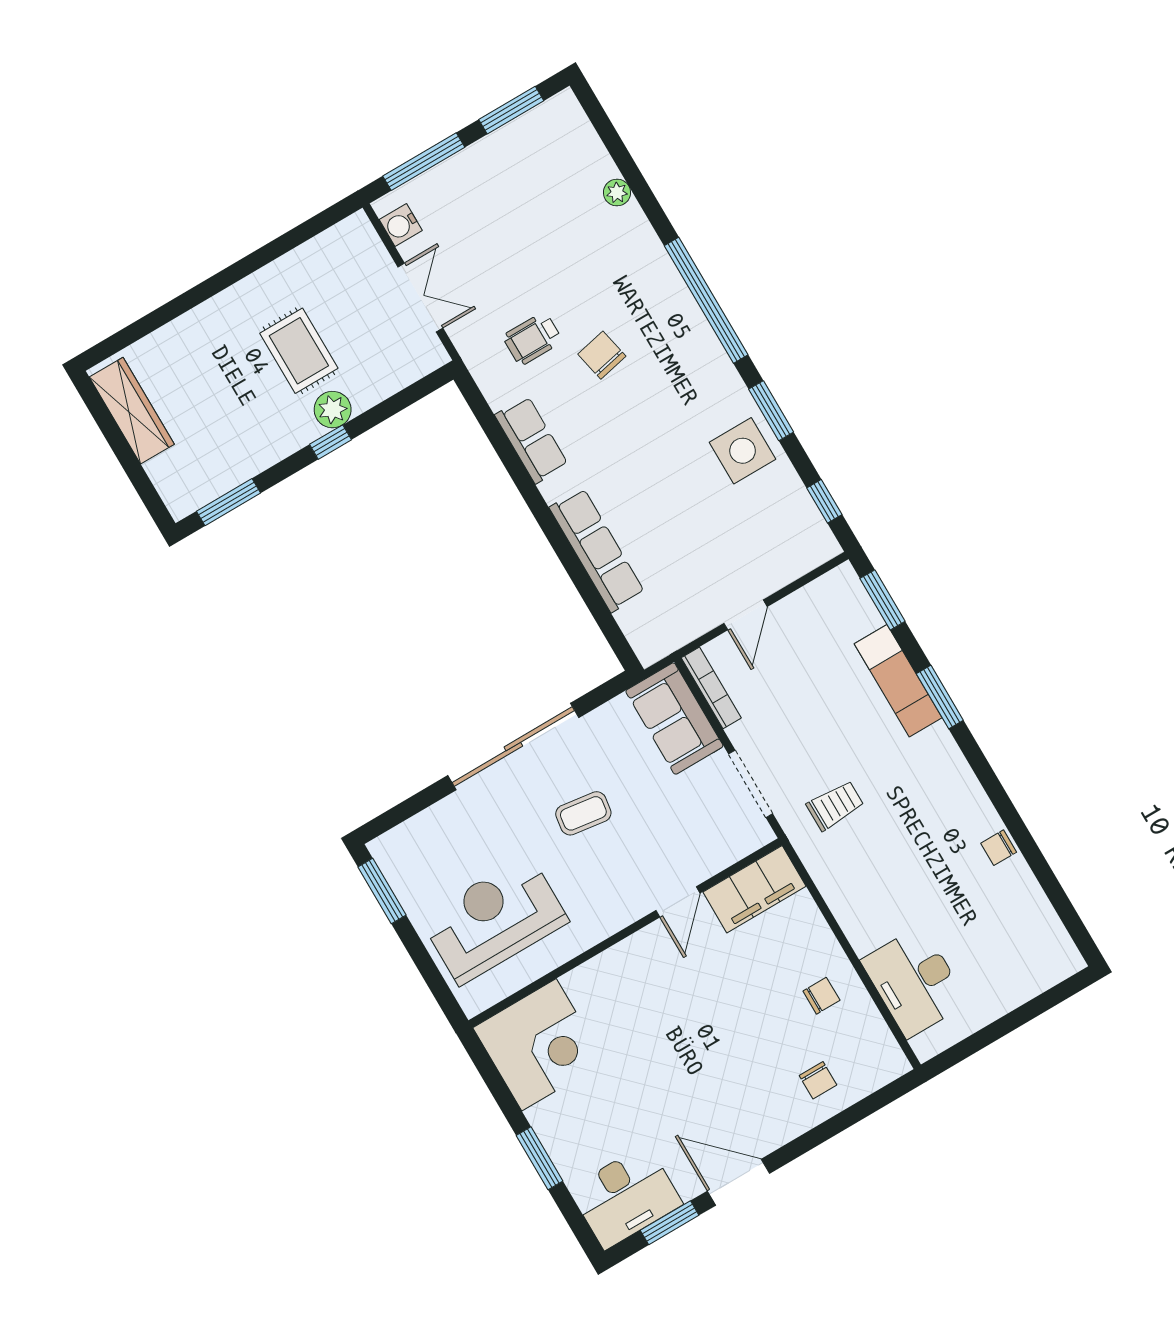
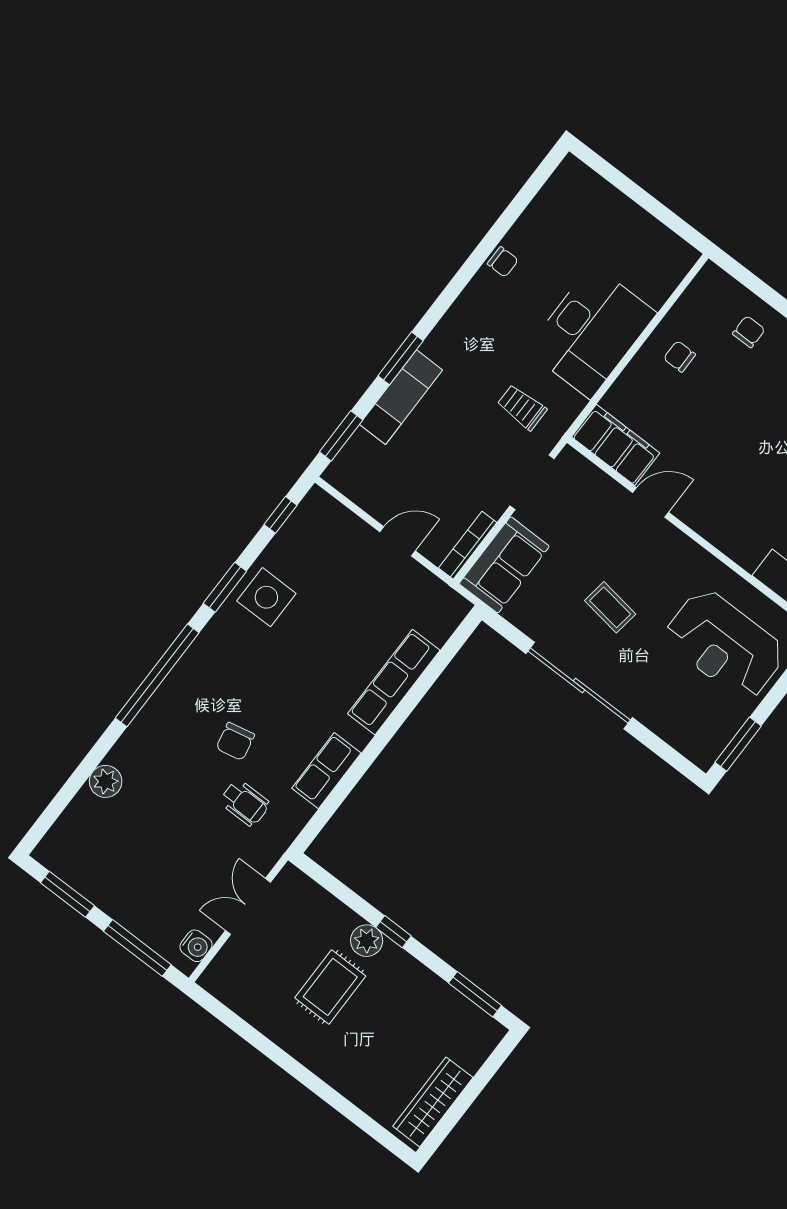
plant: (617, 193) -> (106, 781), width x1.38, depth x1.38
desk: (914, 982) -> (591, 331), moved, width x1.36, depth x1.30

